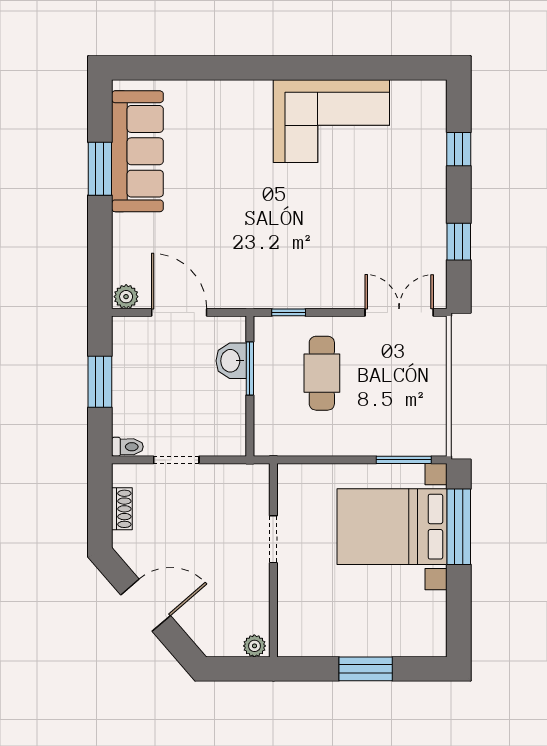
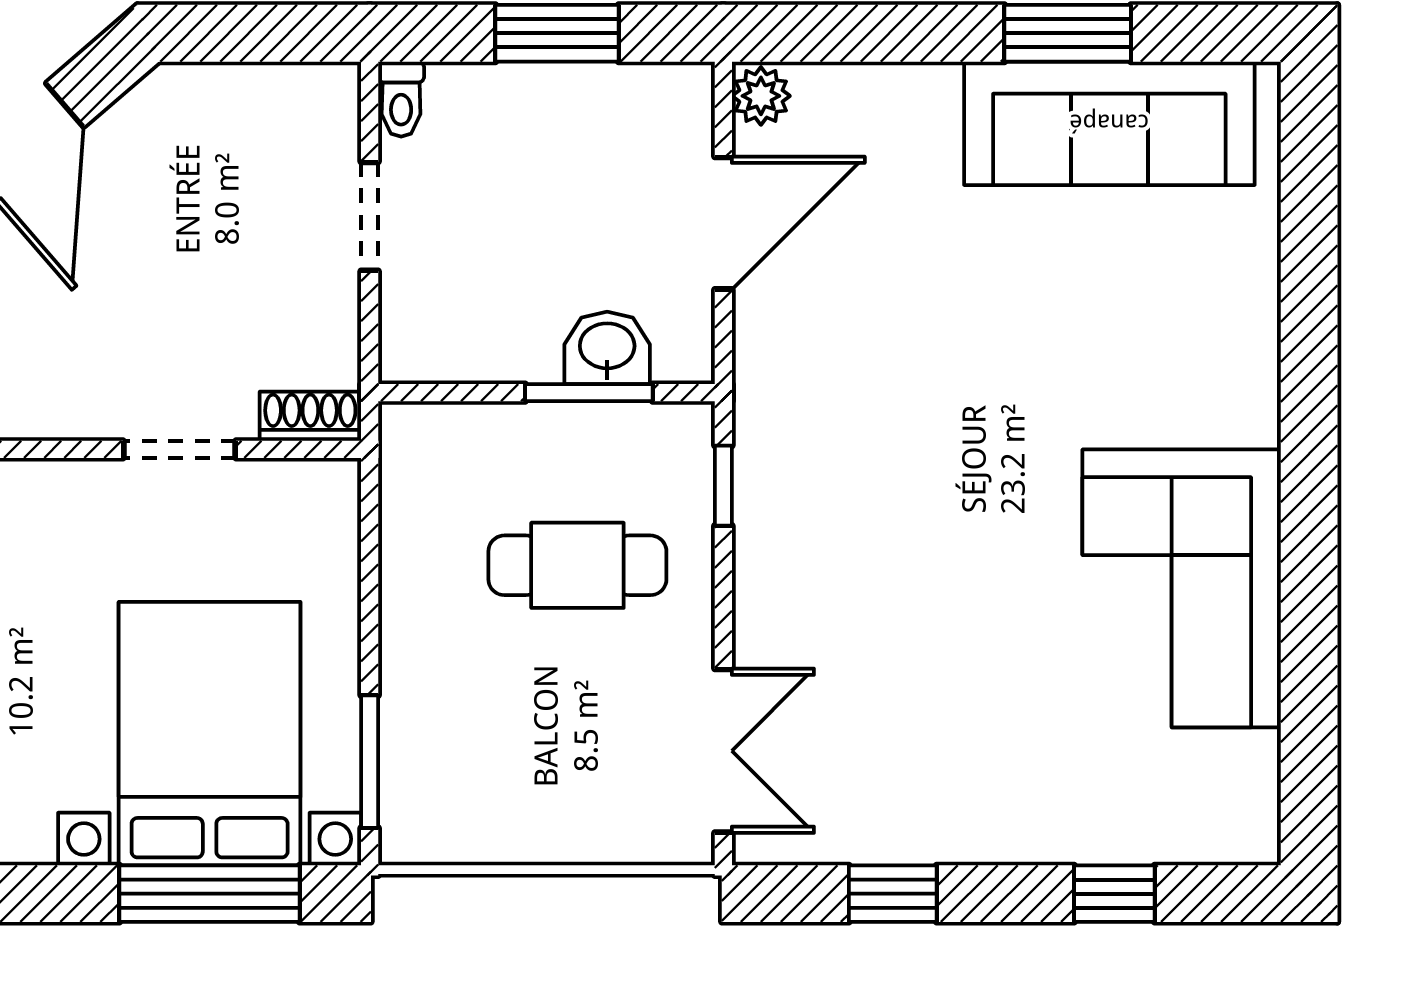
shoe rack: (122, 509) -> (310, 416), moved, turned 180

